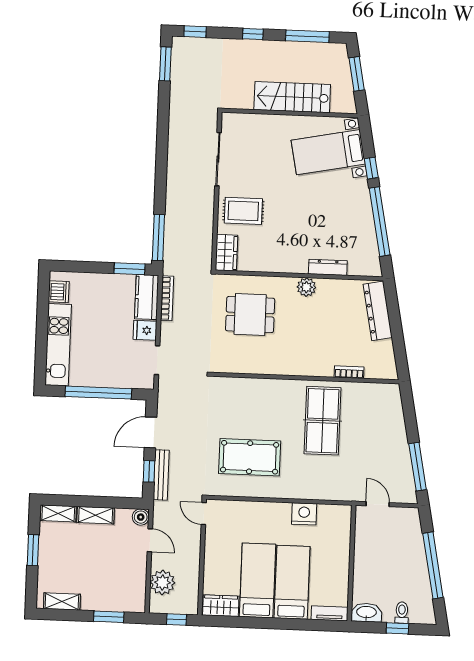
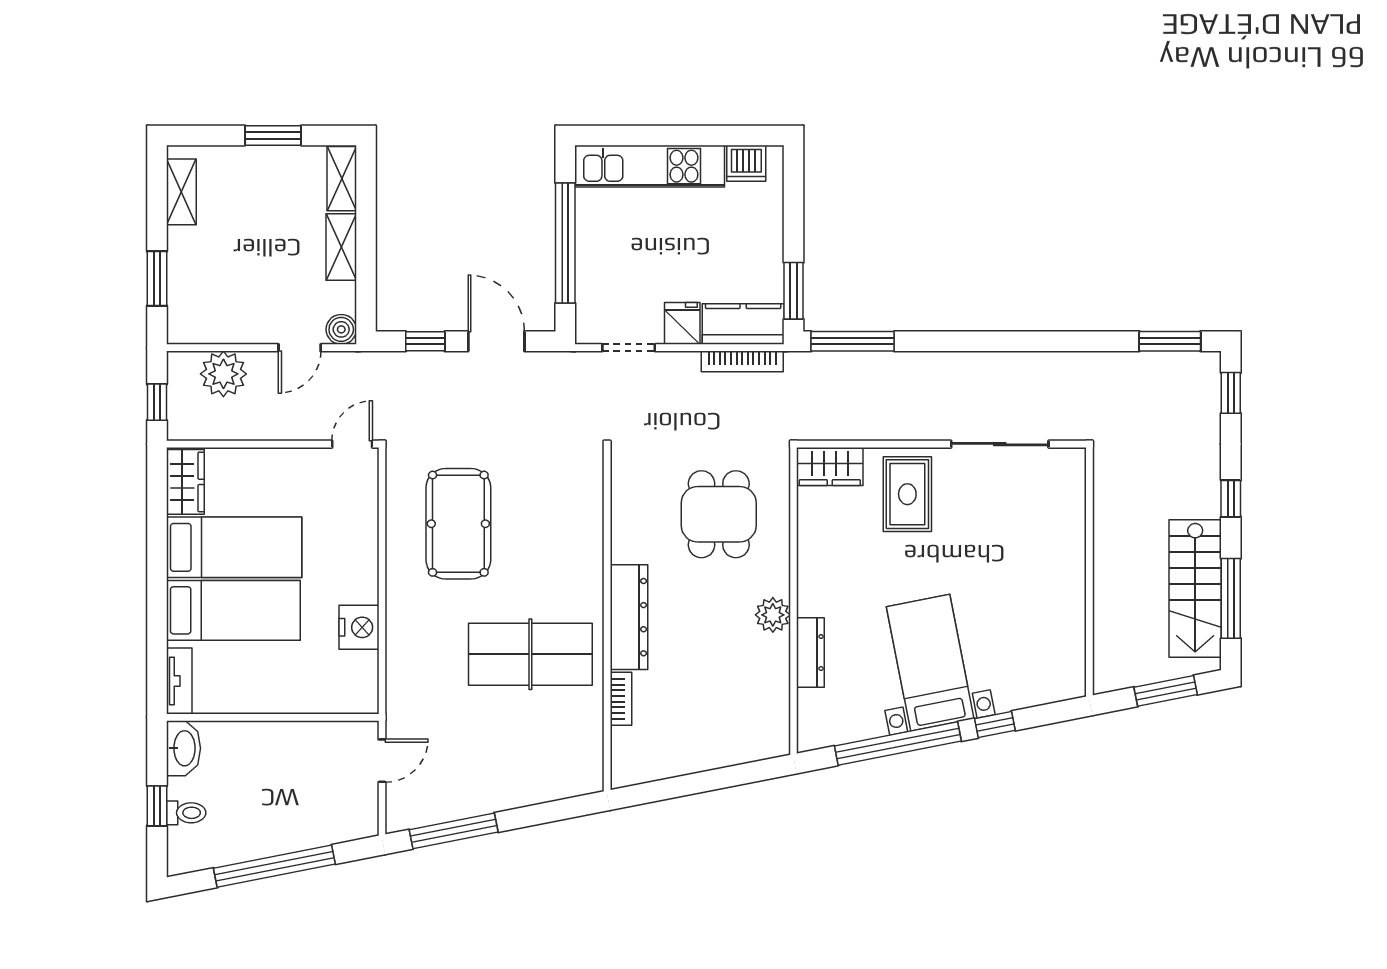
stairs: (292, 97) -> (1195, 589), moved, turned 180
bed with nightstands: (328, 152) -> (930, 663), moved
dresser: (378, 311) -> (629, 617), moved, turned 101
bench: (161, 475) -> (420, 364), removed

